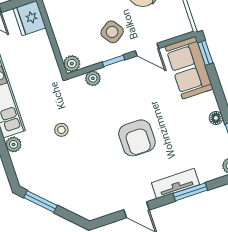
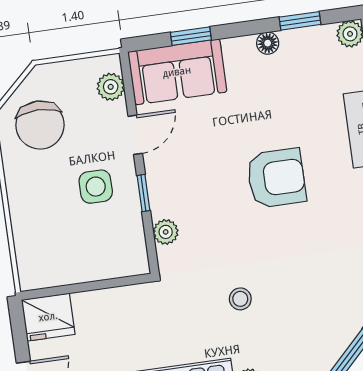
side table: (112, 32) -> (96, 187), turned 36
window: (205, 53) -> (191, 36), moved
plant: (72, 64) -> (111, 87), moved

